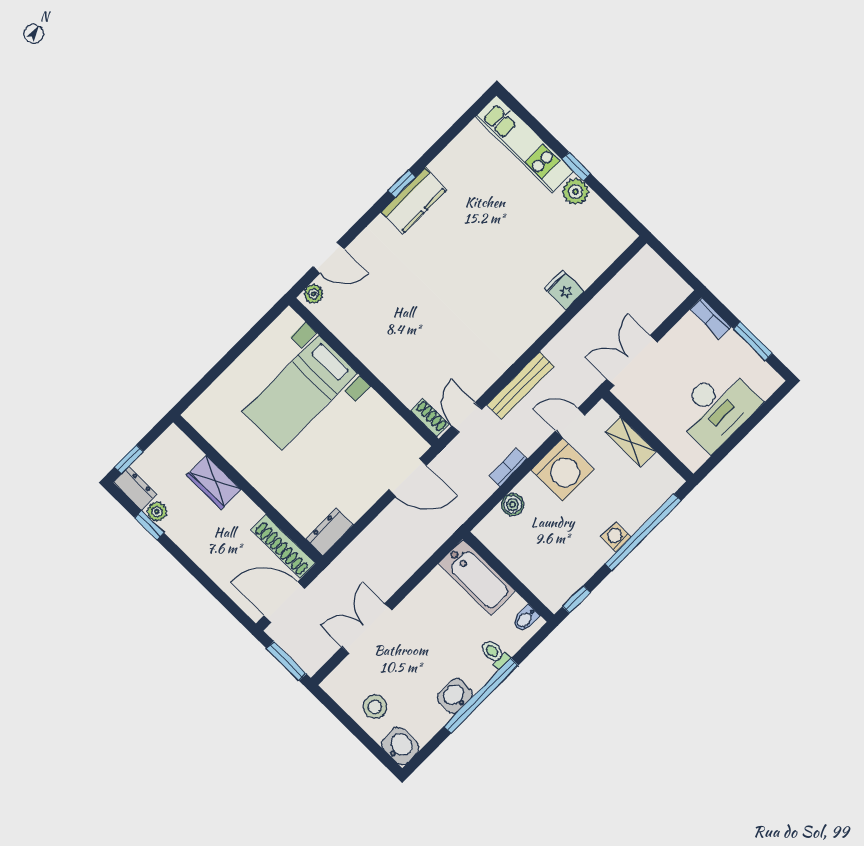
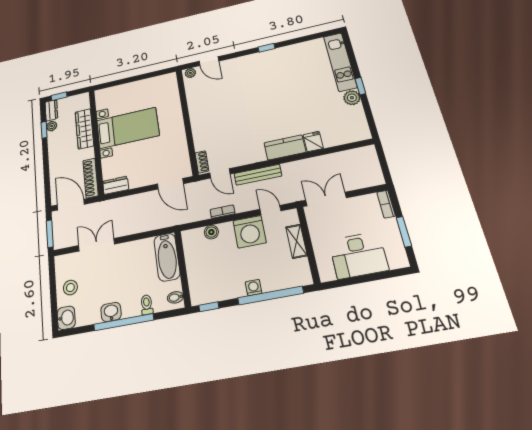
kitchen counter: (414, 201) -> (285, 147), moved, turned 180
bed with nightstands: (300, 393) -> (128, 128), moved, turned 180
door: (467, 418) -> (220, 173), swing flipped
wardrobe: (214, 482) -> (84, 129), width x1.50

